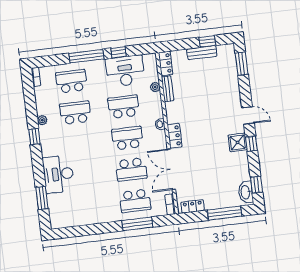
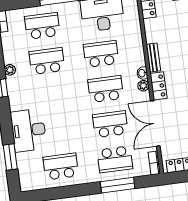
plant: (155, 87) -> (143, 86), moved
bench: (168, 89) -> (153, 58), moved
school desk: (131, 169) -> (110, 124), turned 180
school desk: (87, 207) -> (61, 166), added

